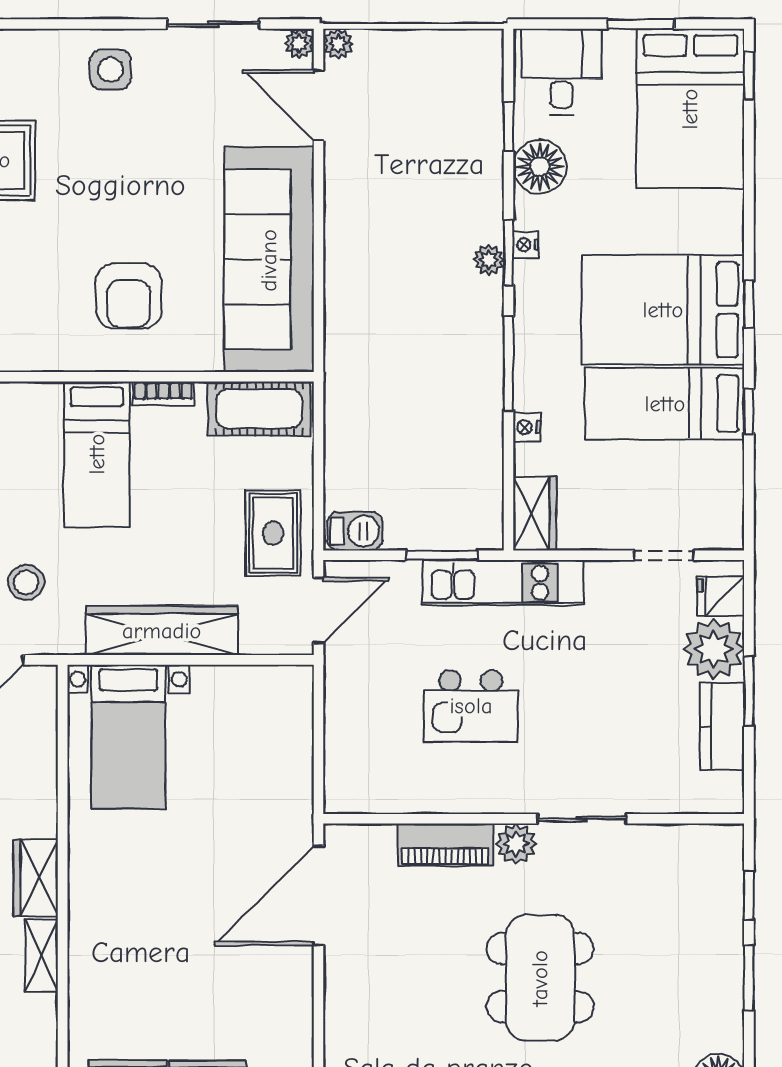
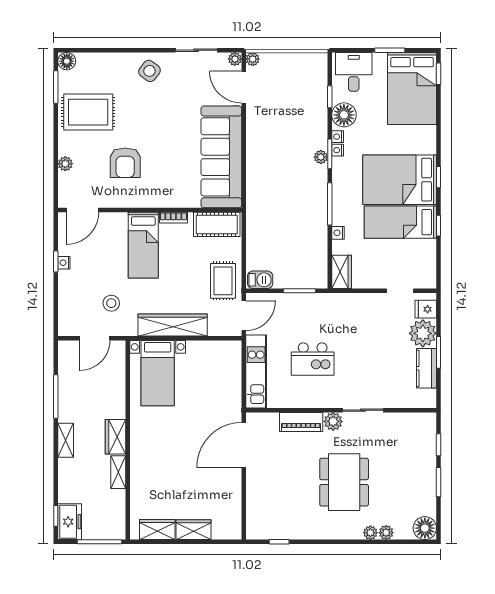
side table: (110, 70) -> (149, 71), turned 37
nightstand: (526, 215) -> (338, 137), added
armchair: (129, 296) -> (125, 163), moved
kitchen unit: (503, 583) -> (256, 372), moved, turned -90

